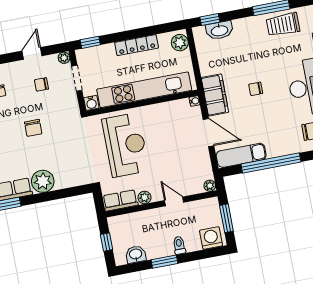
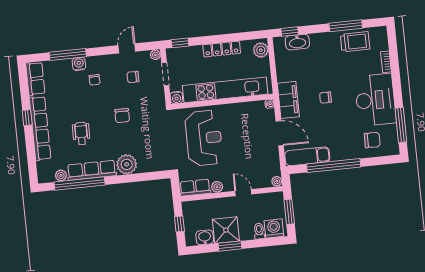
trolley: (283, 25) -> (355, 42), turned 180
shower: (158, 244) -> (226, 230), added
toilet: (179, 245) -> (259, 231), moved

